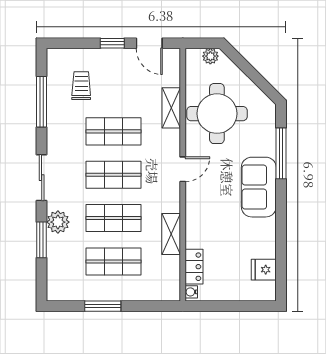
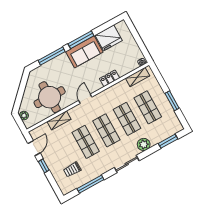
door: (183, 169) -> (85, 99), hinge flipped
sofa: (259, 187) -> (84, 52), moved
window: (281, 215) -> (81, 40), added
shelving: (171, 234) -> (138, 77), moved
window: (42, 240) -> (168, 141), moved
locker: (194, 267) -> (109, 78), moved
fridge: (264, 270) -> (109, 38), width x1.88, depth x1.34

